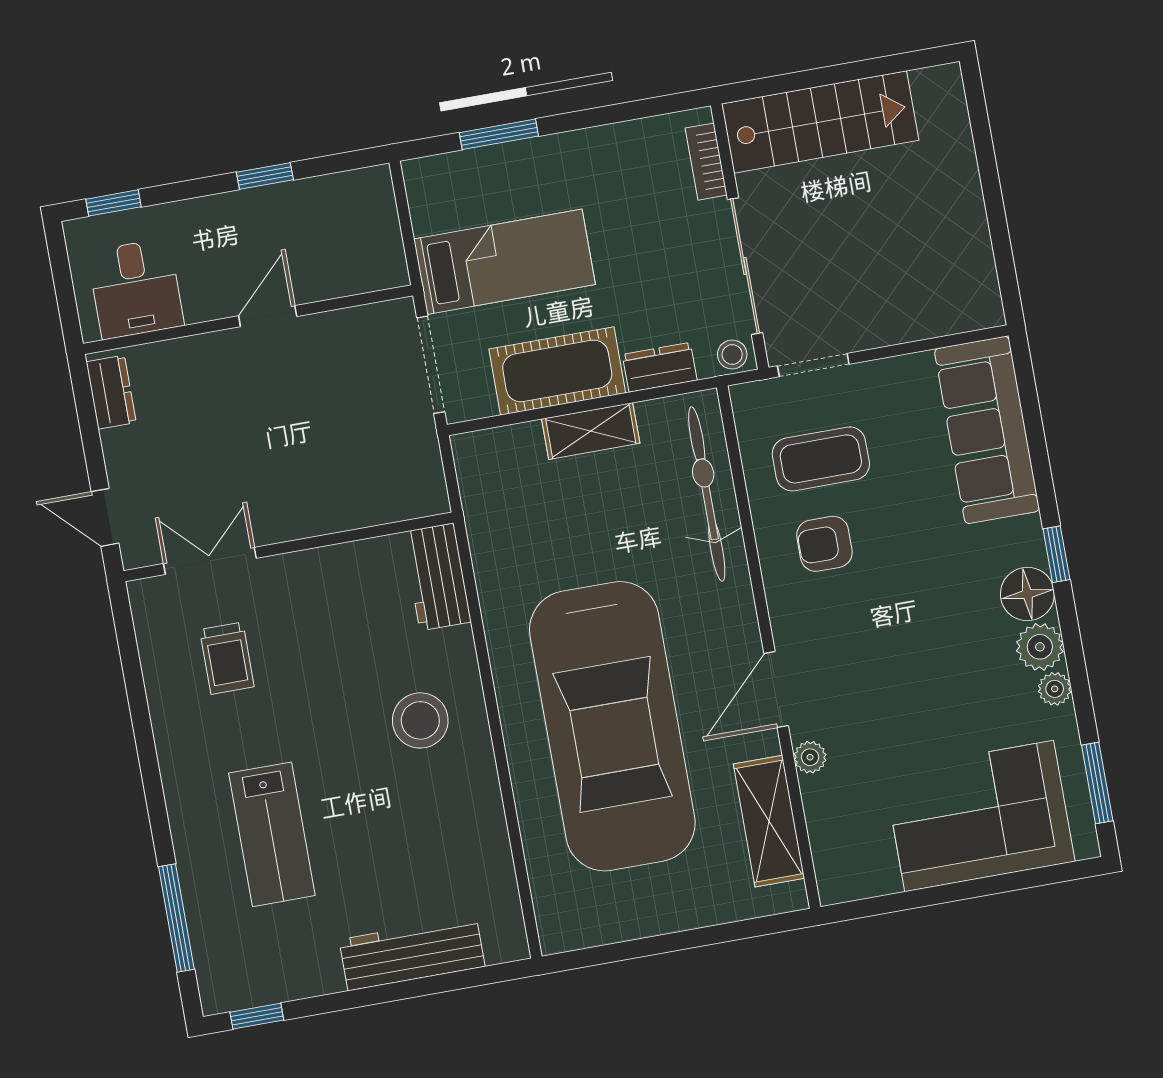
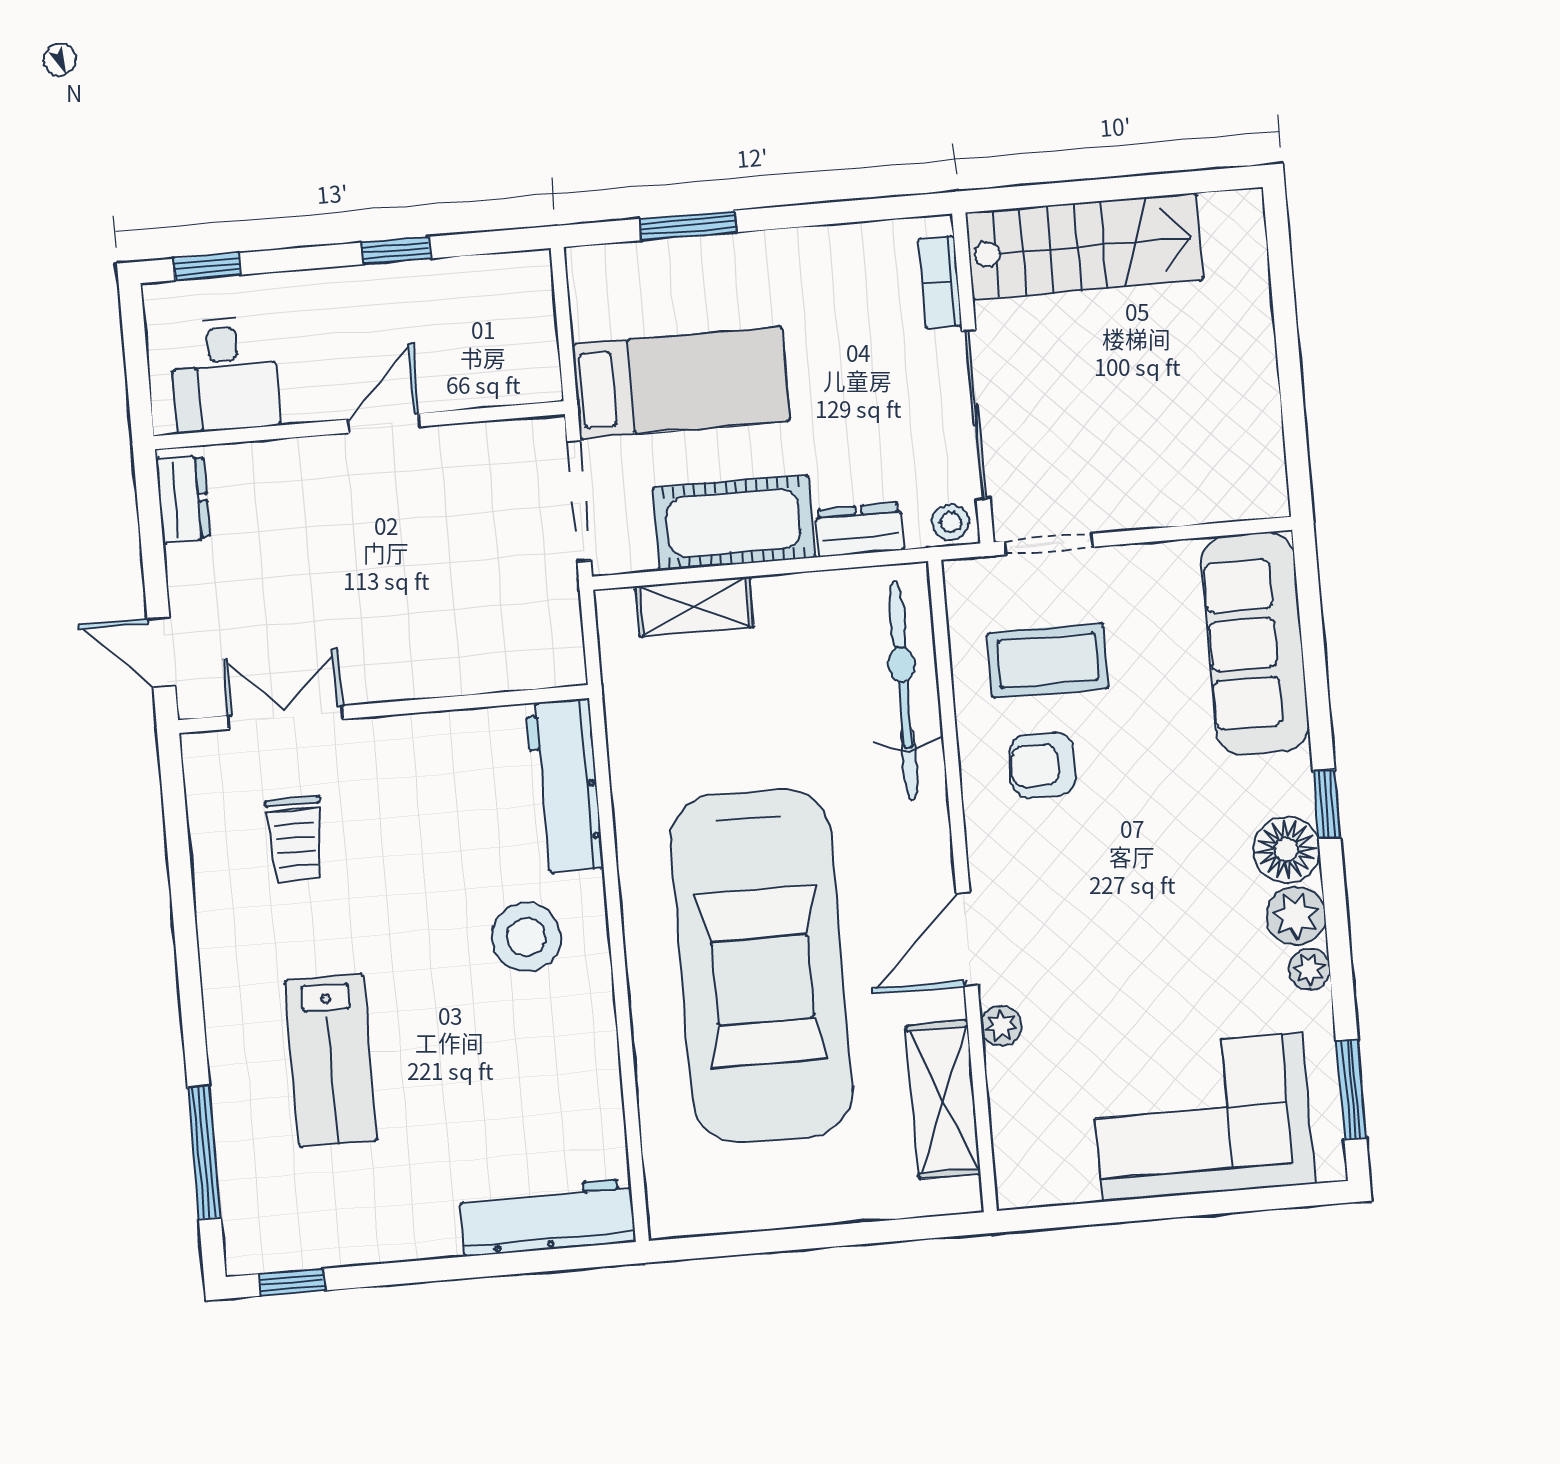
shelving: (591, 431) -> (694, 607), moved
workbench: (437, 577) -> (565, 786), width x1.37
workbench: (412, 953) -> (548, 1217), moved

